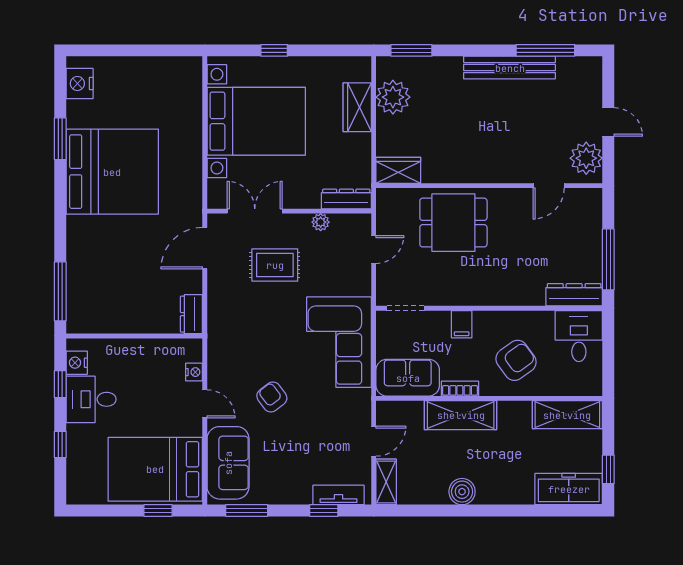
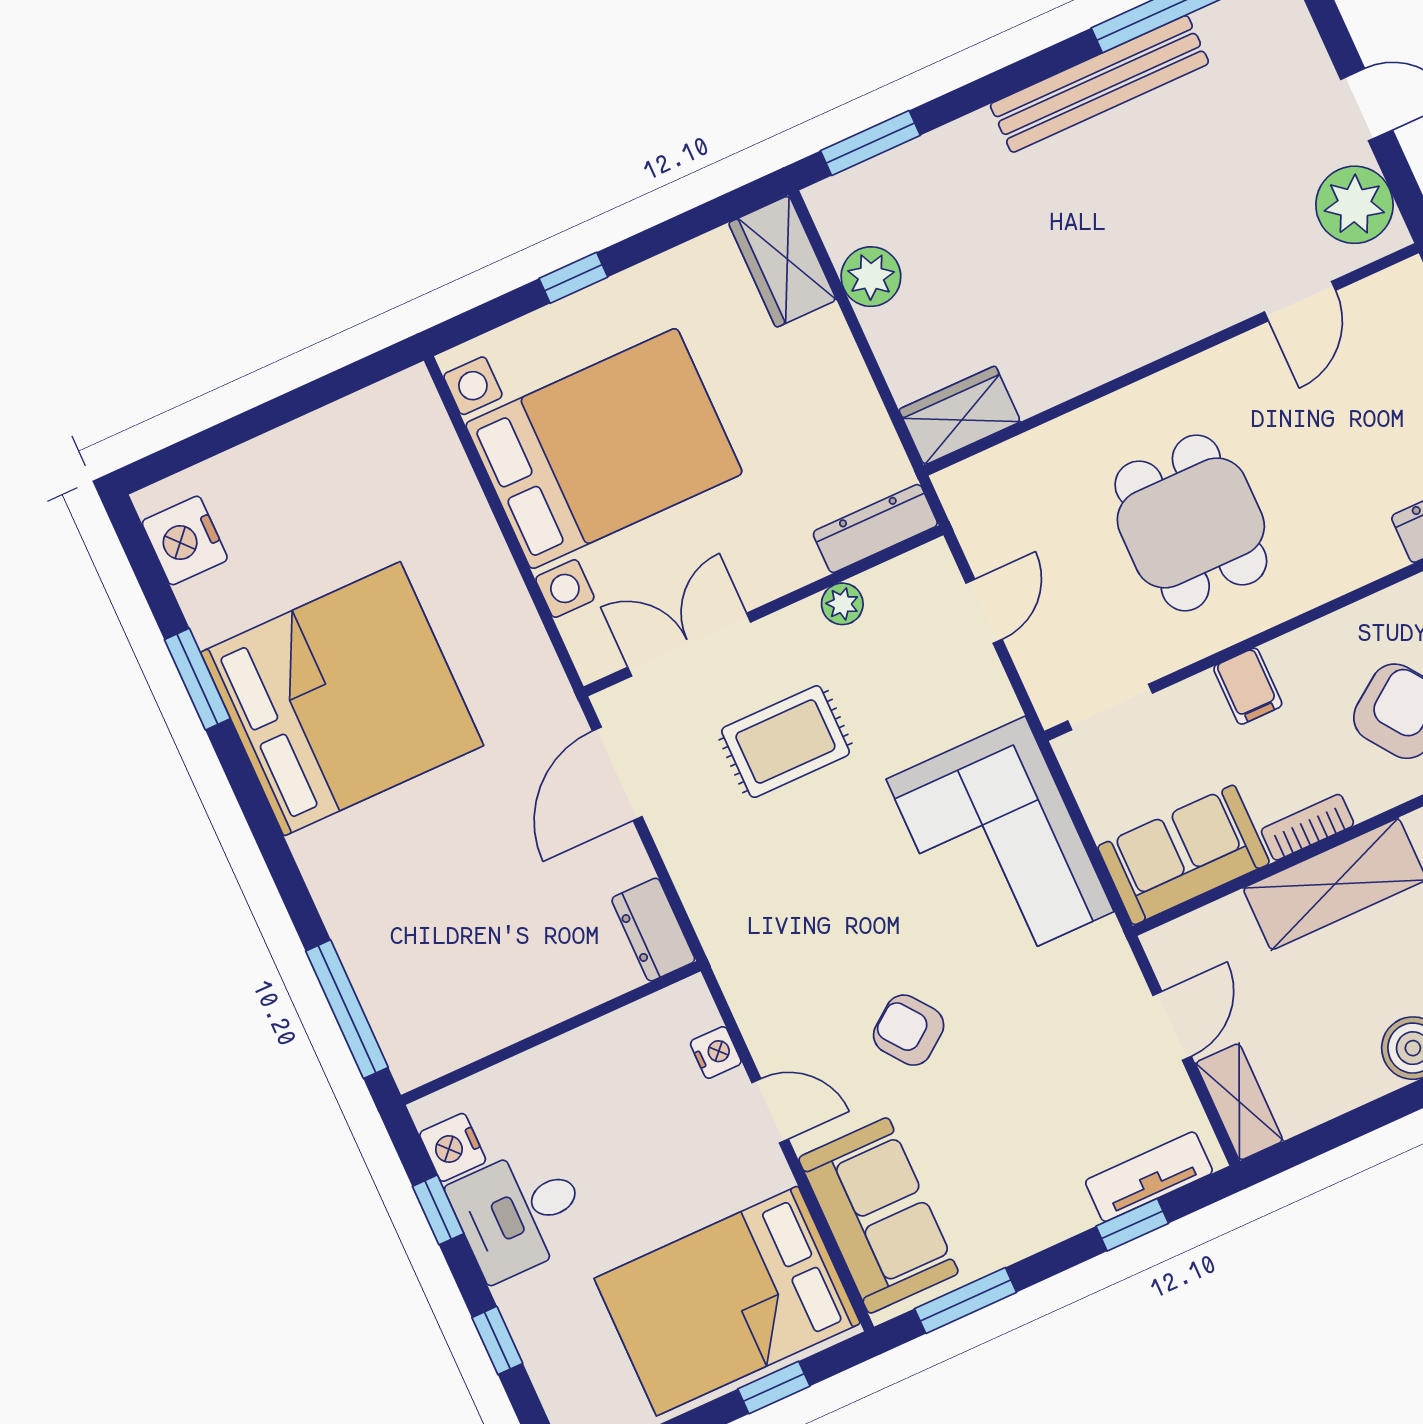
plant: (393, 97) -> (871, 277), width x0.73, depth x0.73
wardrobe: (357, 107) -> (782, 261), moved
dining table: (453, 223) -> (1191, 523), moved, turned 90

